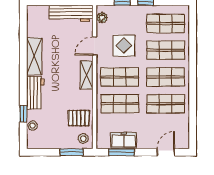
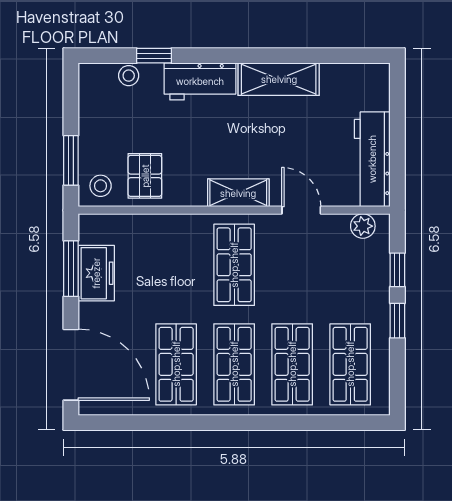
display table: (124, 46) -> (302, 274), removed
shop shelf: (120, 104) -> (176, 265), removed
door: (166, 152) -> (71, 365), width x1.88

